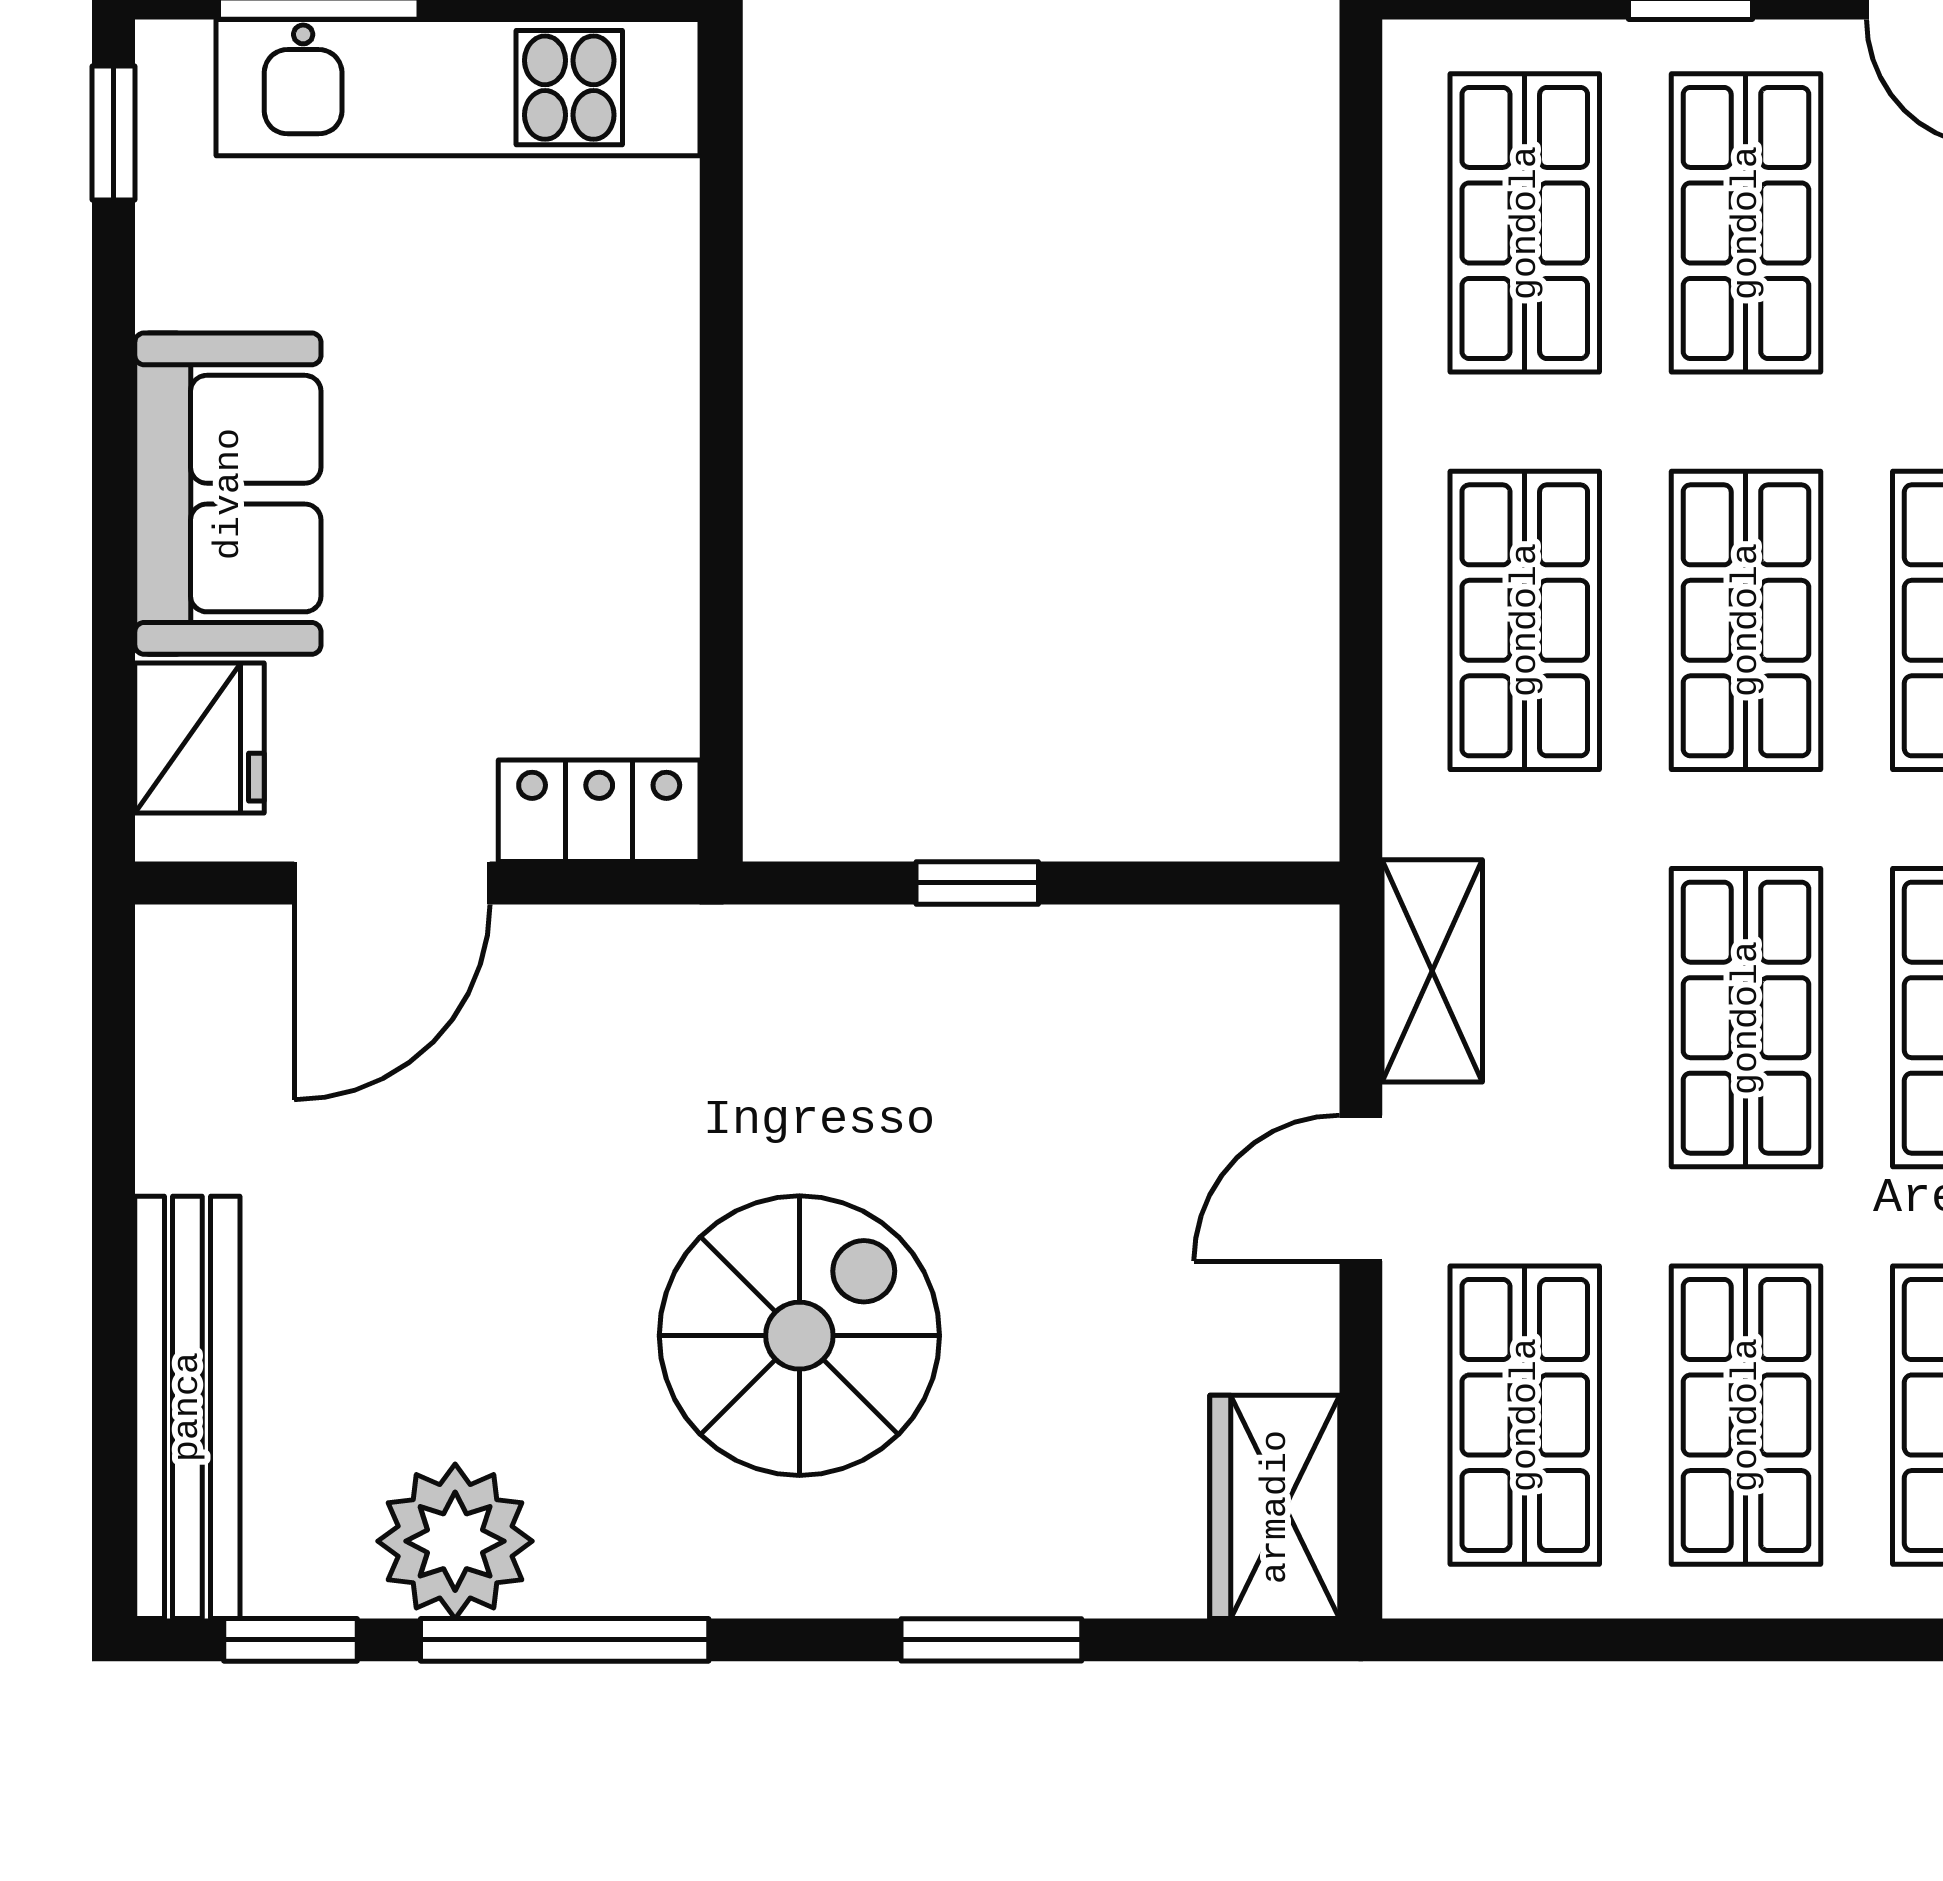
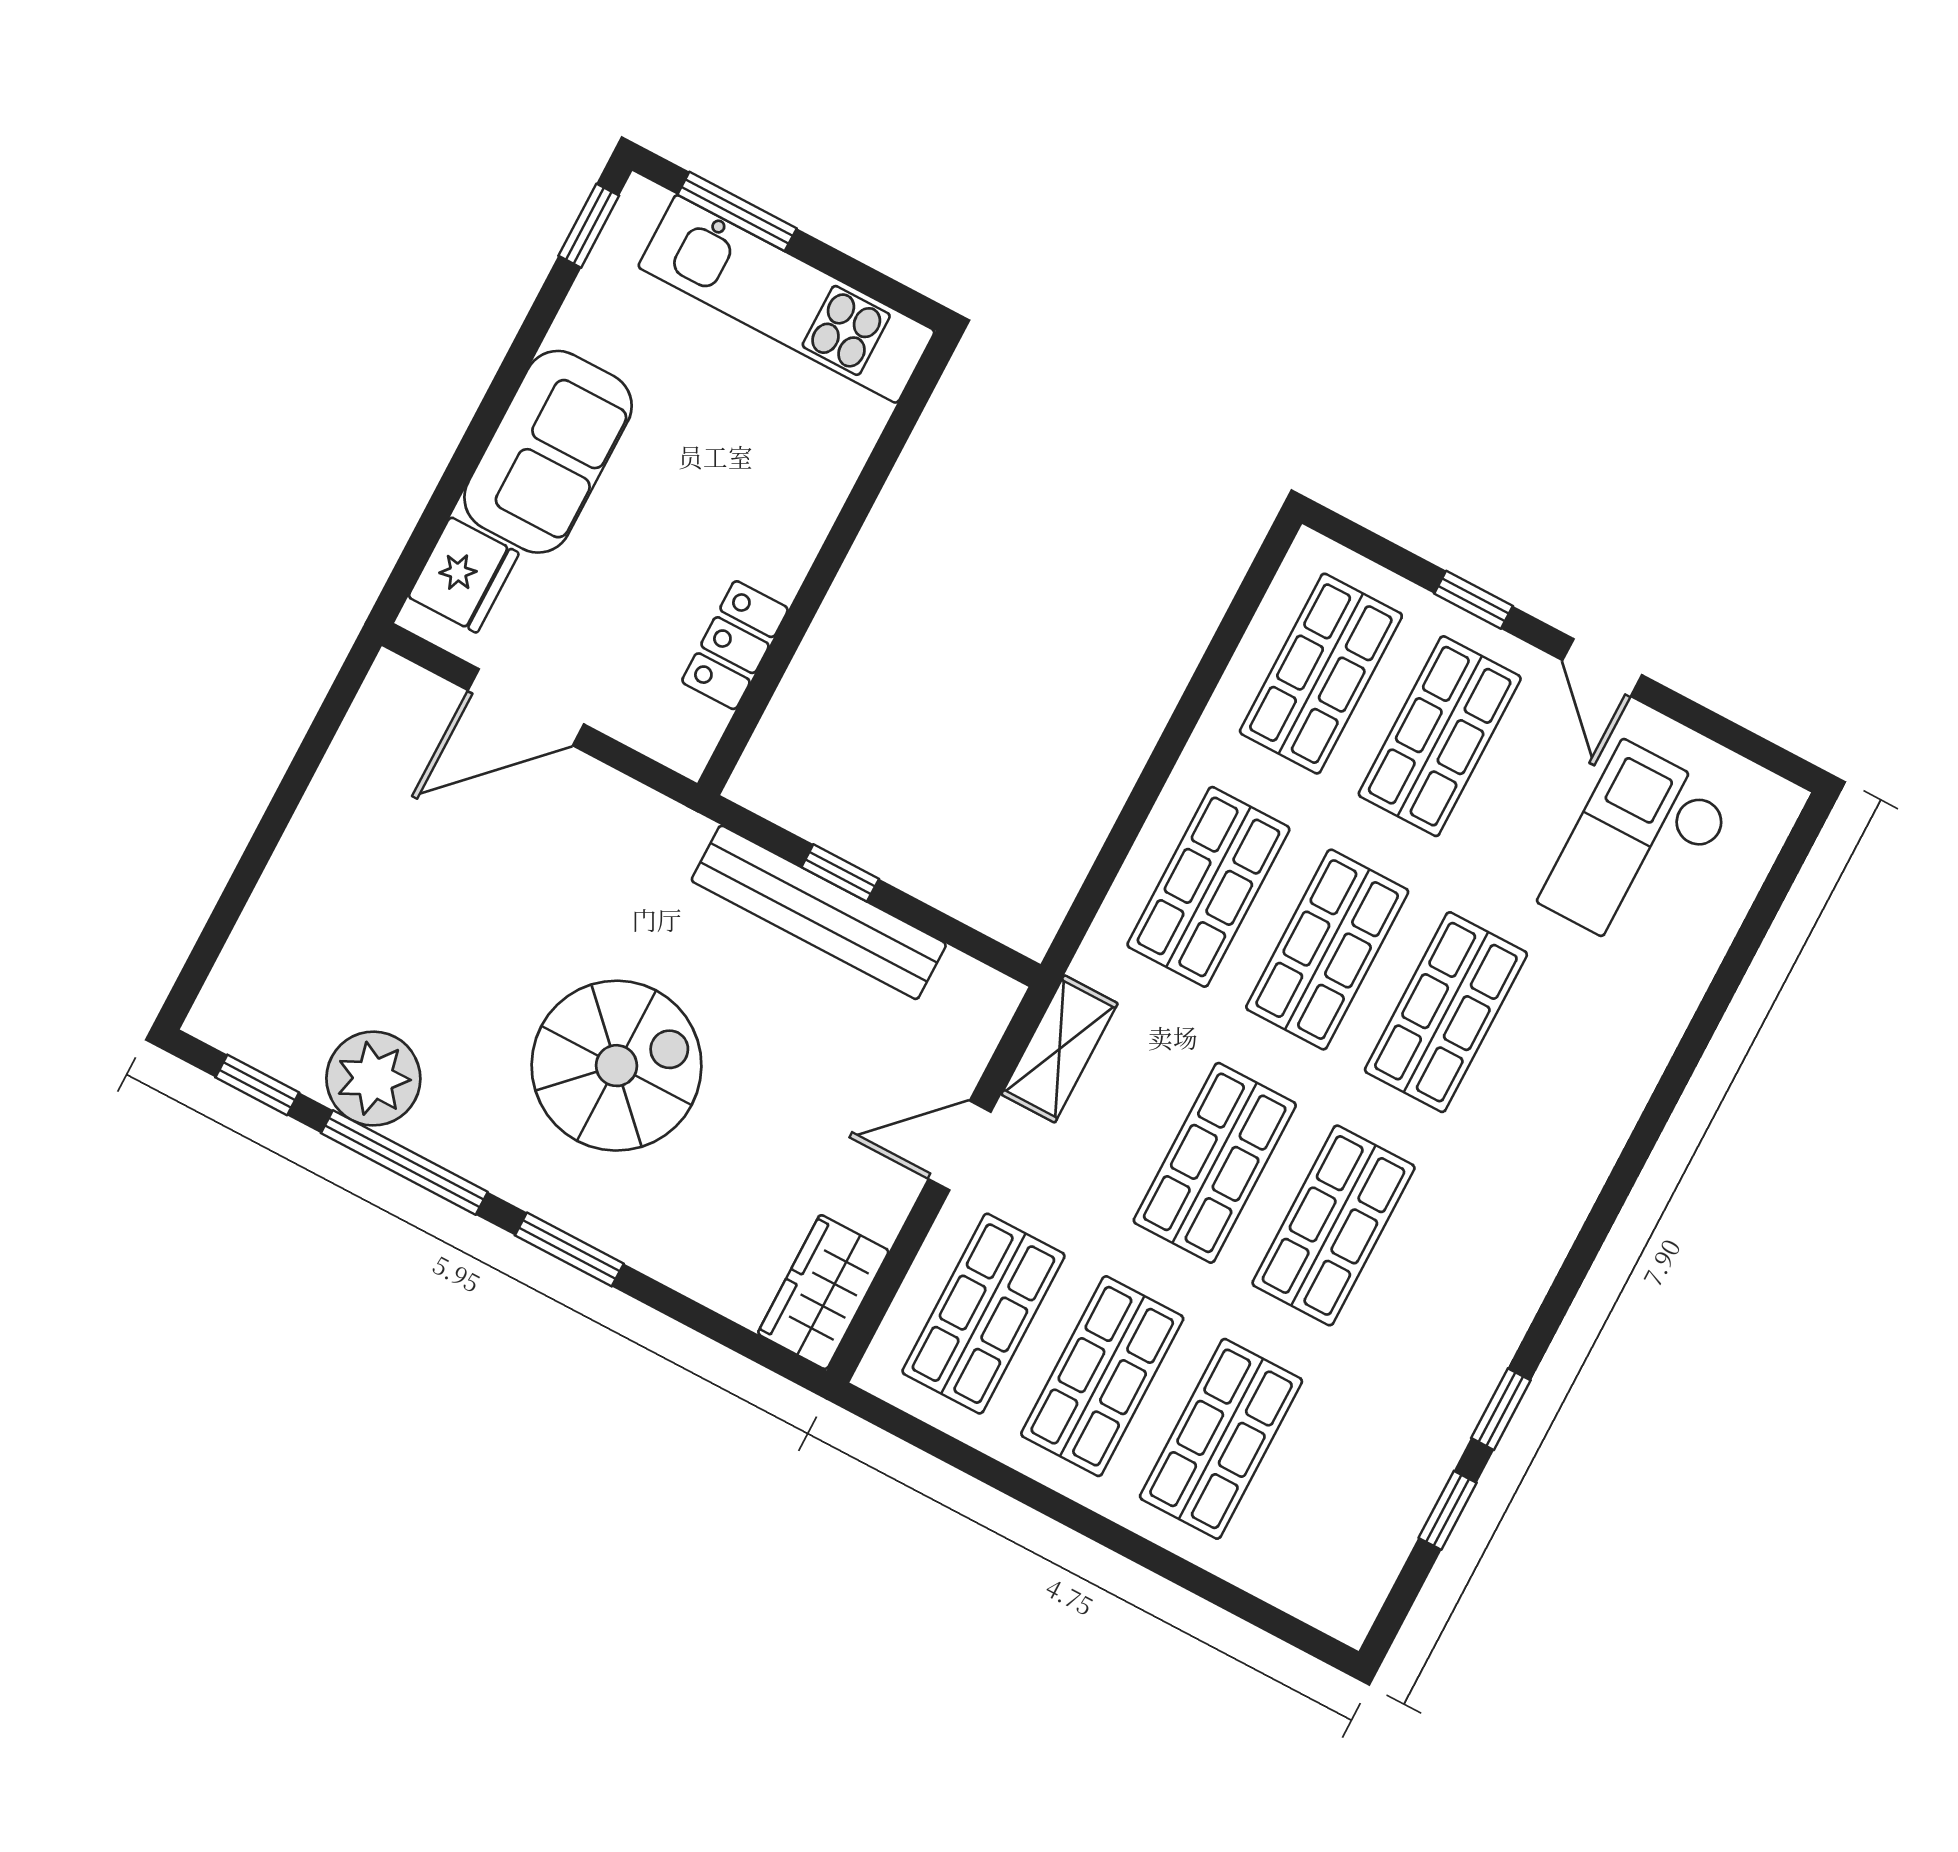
locker: (599, 811) -> (735, 645), moved, turned -90
bench: (187, 1407) -> (819, 912), moved, turned 90
window: (991, 1640) -> (569, 1249), moved

